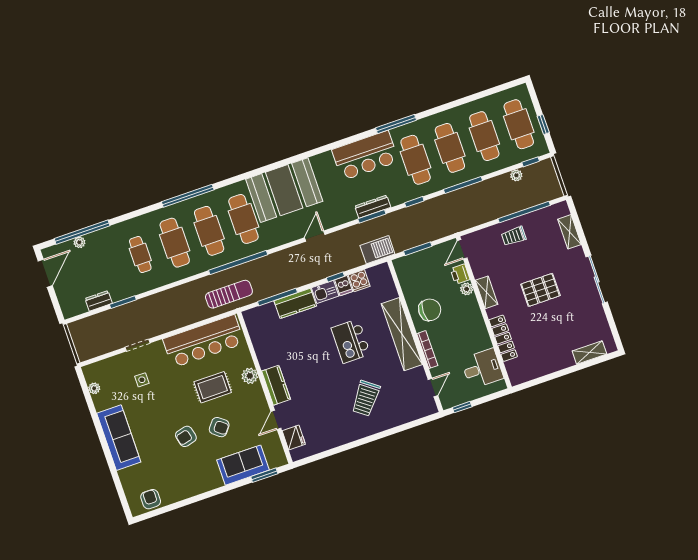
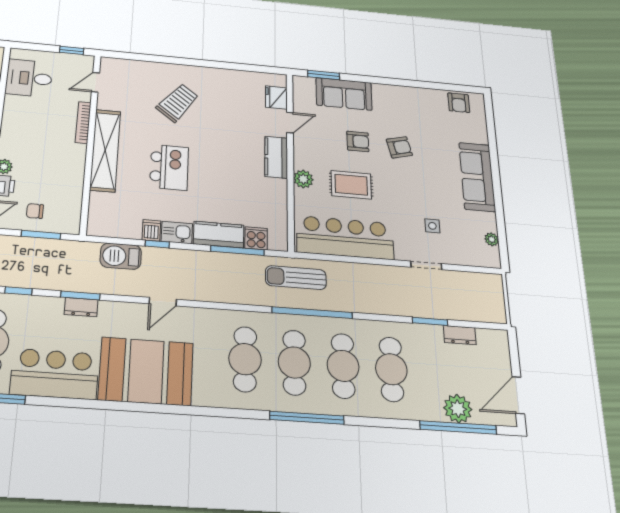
booth: (284, 190) -> (146, 371), moved
dresser: (373, 207) -> (81, 307), width x0.70
plant: (79, 242) -> (458, 409), width x1.88, depth x1.88
barbecue: (377, 250) -> (121, 256), moved
cafe table: (140, 255) -> (391, 369), width x1.37, depth x1.35
window: (238, 262) -> (312, 313), moved
cooker: (359, 281) -> (256, 238), moved
chair: (430, 310) -> (35, 211), moved, width x0.54, depth x0.54
armchair: (219, 427) -> (358, 141), turned 142

